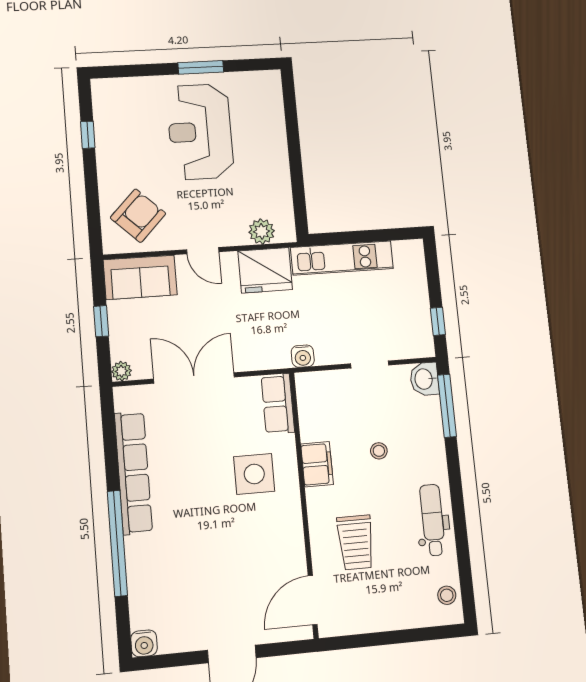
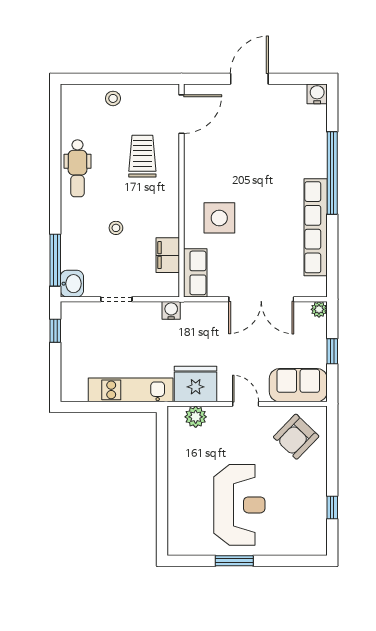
filing cabinet: (317, 464) -> (168, 255), moved
stool: (447, 595) -> (113, 98), moved

